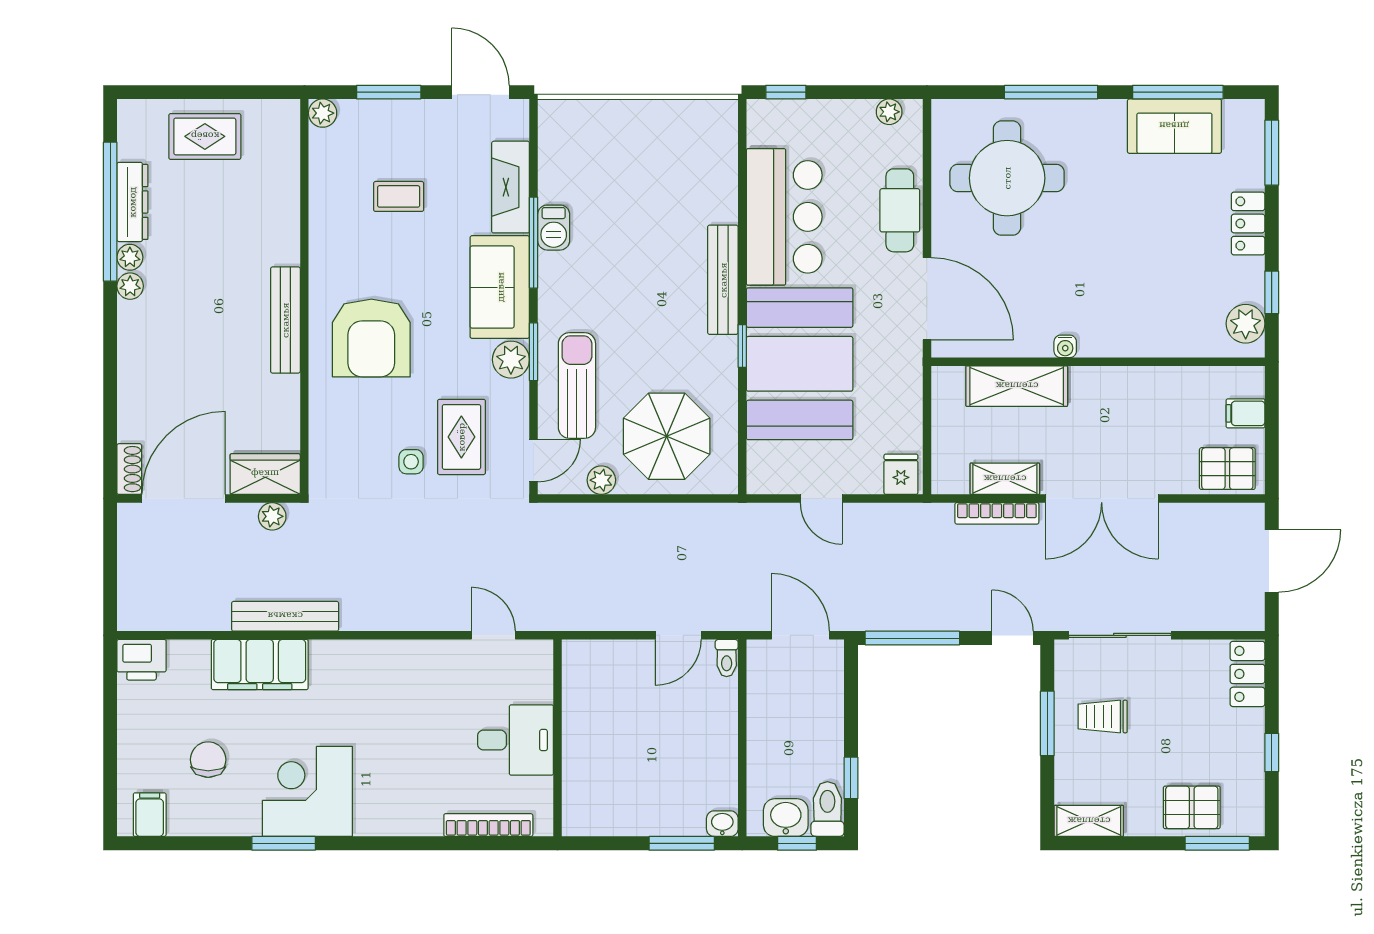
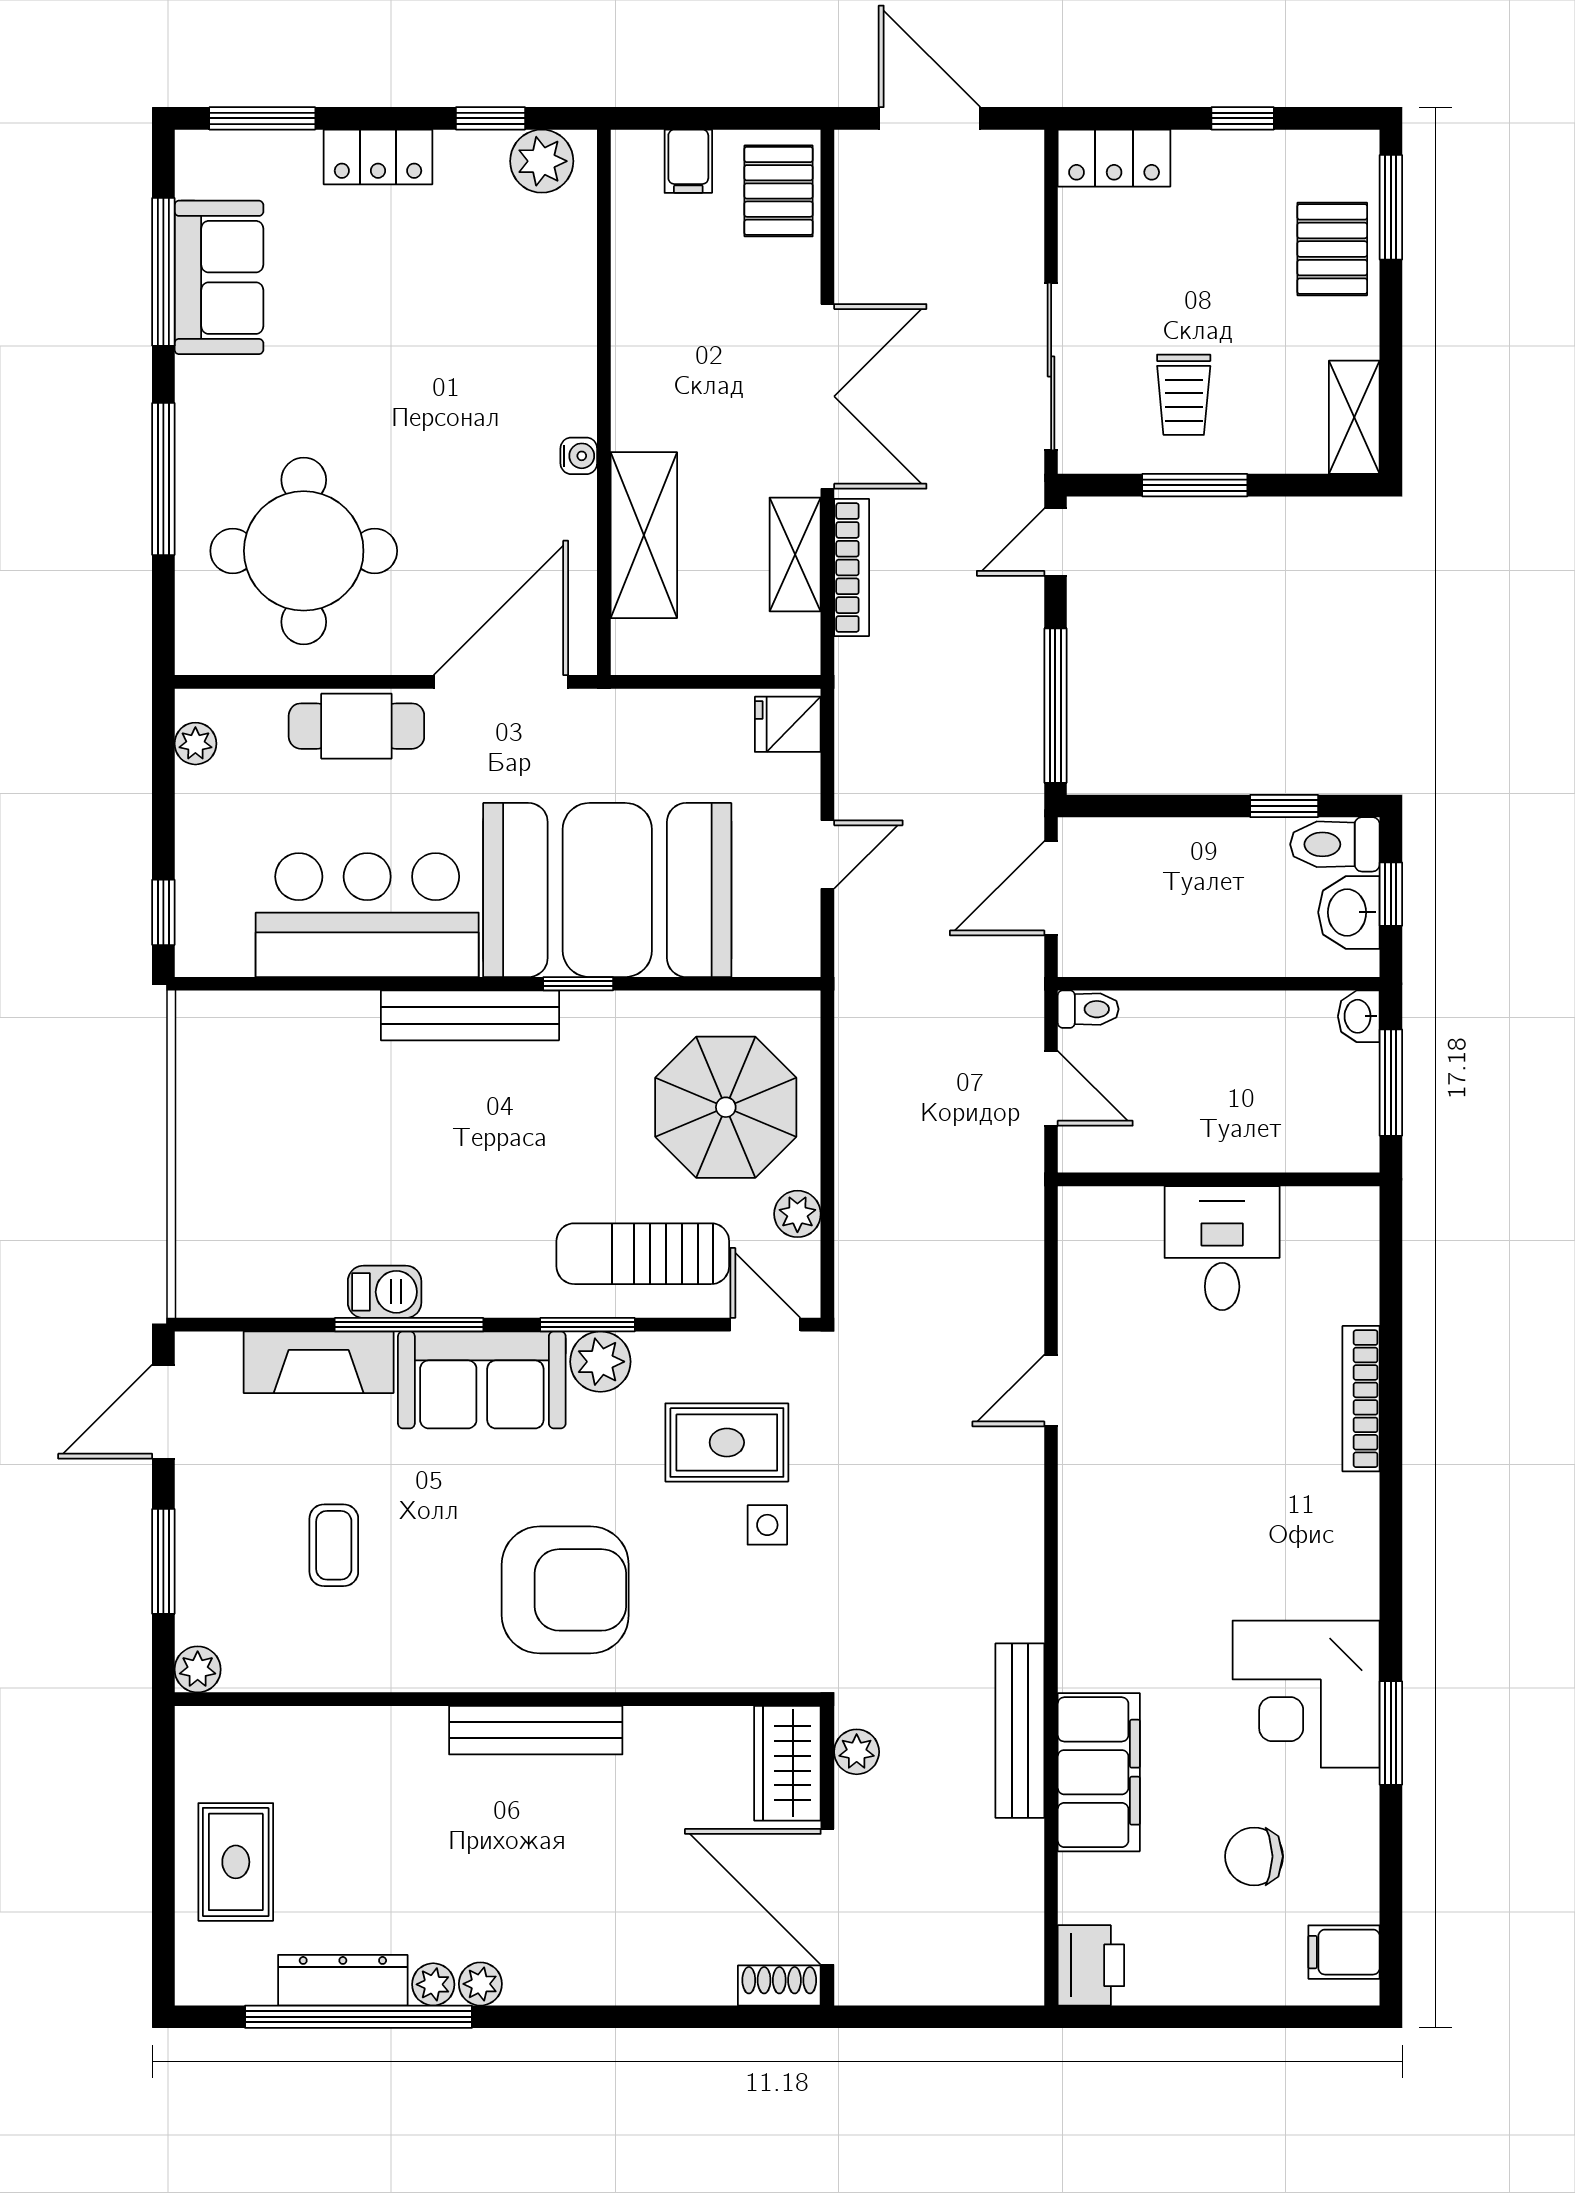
wall: (557, 738) -> (1219, 1179), moved
desk: (515, 740) -> (1222, 1248), moved

